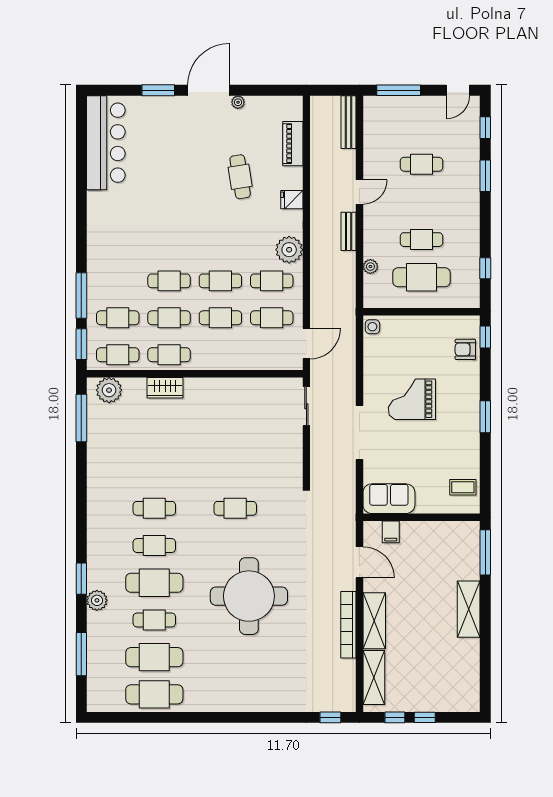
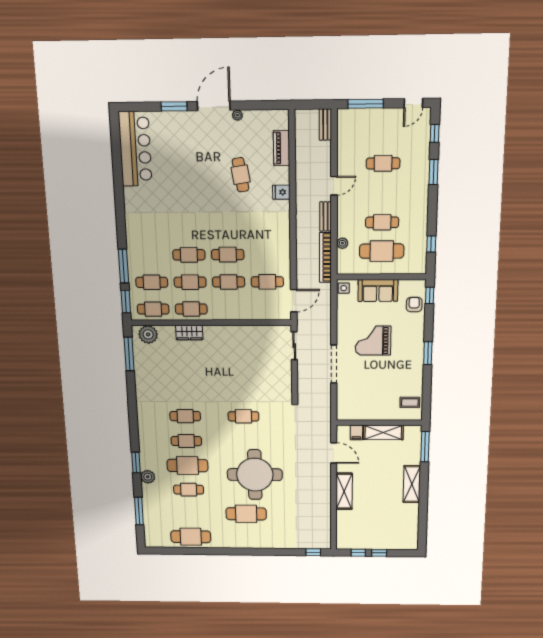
bench: (349, 122) -> (325, 125), width x0.73
plant: (289, 250) -> (280, 231), removed
cafe table: (272, 281) -> (267, 254), removed
armchair: (465, 349) -> (414, 305), turned 90
sofa: (389, 499) -> (378, 291), moved, turned 180
bookcase: (348, 625) -> (325, 258), moved
cafe table: (154, 657) -> (246, 514), moved
shelving: (374, 677) -> (383, 433), moved, turned 90

